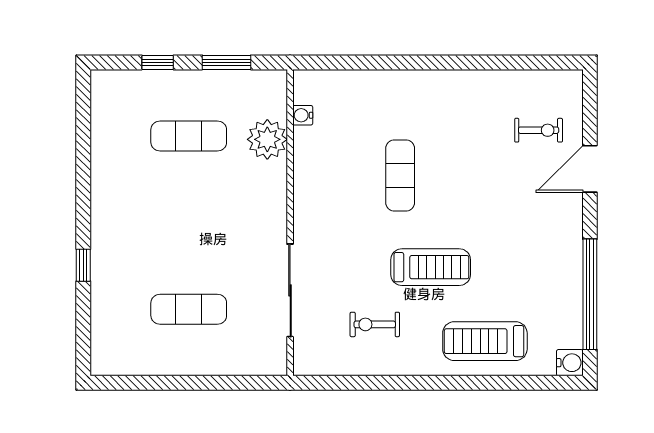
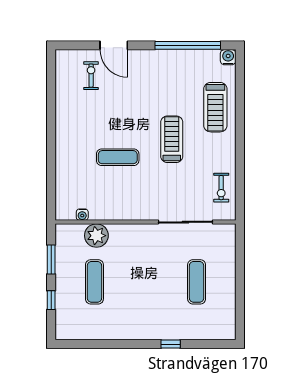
exercise bike: (375, 324) -> (221, 188), moved

